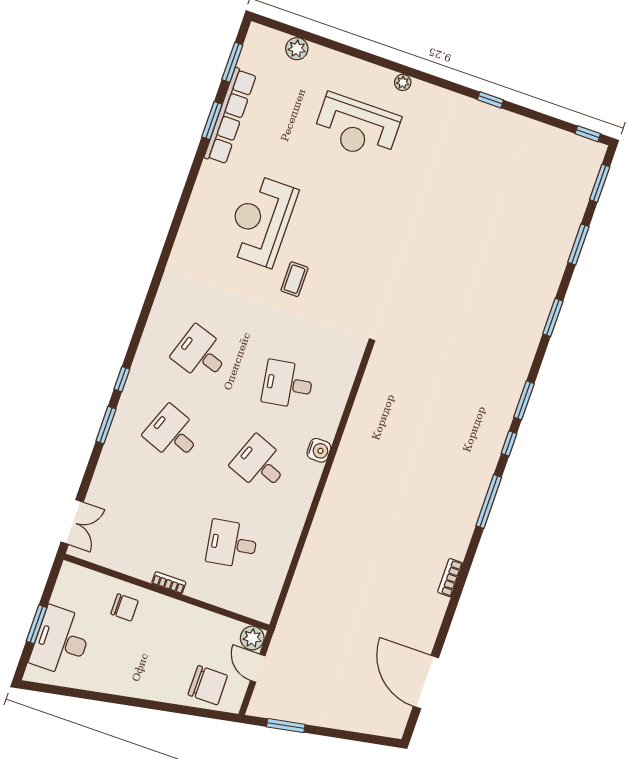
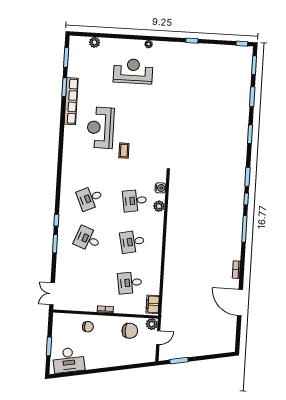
row of seats: (230, 116) -> (71, 101), moved
reception desk: (357, 127) -> (133, 71), turned 180
desk: (201, 354) -> (90, 198), turned -42
plant: (333, 409) -> (159, 206), added
water cooler: (319, 450) -> (160, 188), moved
desk: (260, 464) -> (132, 242), turned -33
double door: (72, 522) -> (52, 294), swing flipped
filing cabinet: (265, 599) -> (153, 304), added
desk: (61, 641) -> (69, 360), moved, turned -100
door: (258, 668) -> (158, 337), swing flipped
door: (426, 682) -> (240, 303), moved
chair: (208, 685) -> (130, 331), moved

